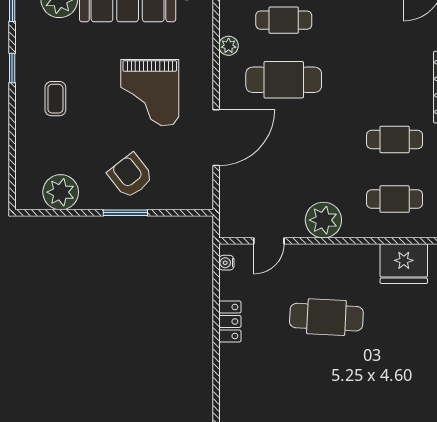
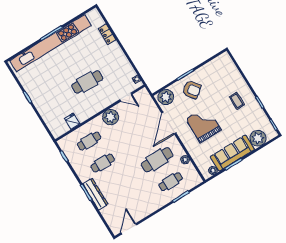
plant: (61, 192) -> (166, 97), moved
door: (269, 241) -> (126, 97), swing flipped
fridge: (404, 264) -> (72, 121), width x0.53, depth x0.75
locker: (230, 321) -> (107, 34), moved

